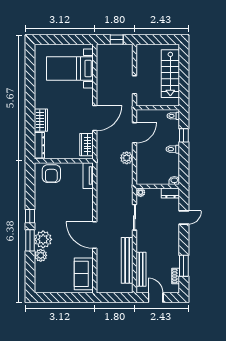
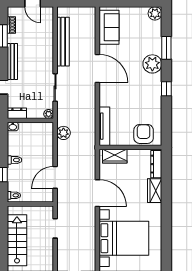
bed with nightstands: (70, 69) -> (124, 238), width x1.36
door: (95, 118) -> (97, 193), swing flipped
wardrobe: (86, 145) -> (115, 156), moved, turned 90
plant: (127, 158) -> (63, 133), moved
tv unit: (88, 176) -> (104, 126), width x1.41
window: (30, 240) -> (166, 48), moved
plant: (41, 255) -> (155, 13), moved
bench: (141, 269) -> (12, 61), moved

